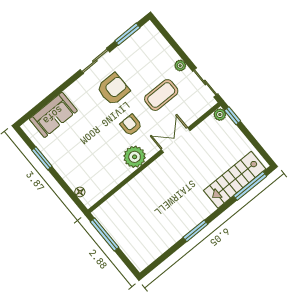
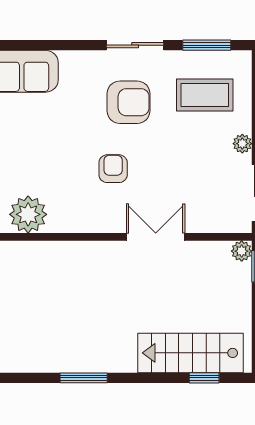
coffee table: (161, 95) -> (205, 95), moved
plant: (135, 157) -> (28, 214), moved
window: (250, 186) -> (204, 378), width x0.46

